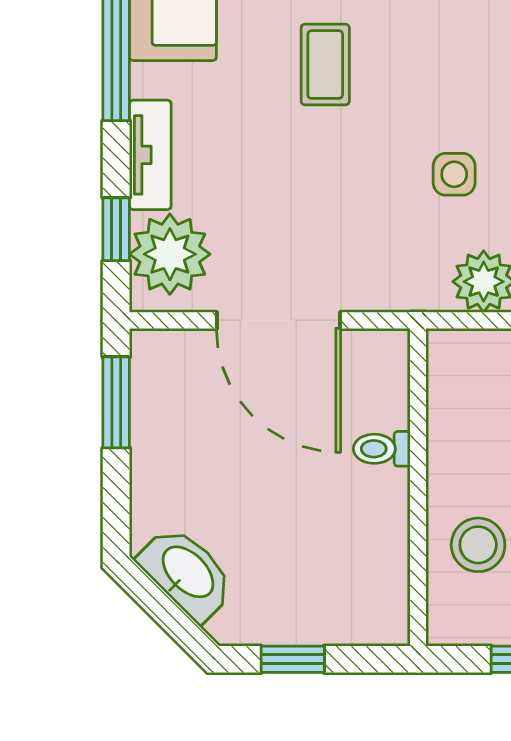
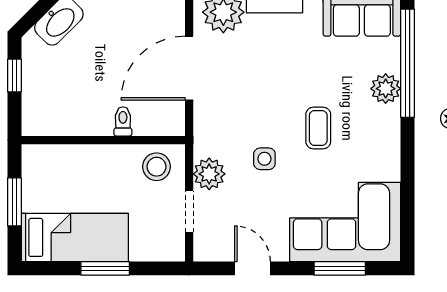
coffee table: (325, 65) -> (318, 128), moved, turned 90
stool: (478, 545) -> (157, 167), moved

